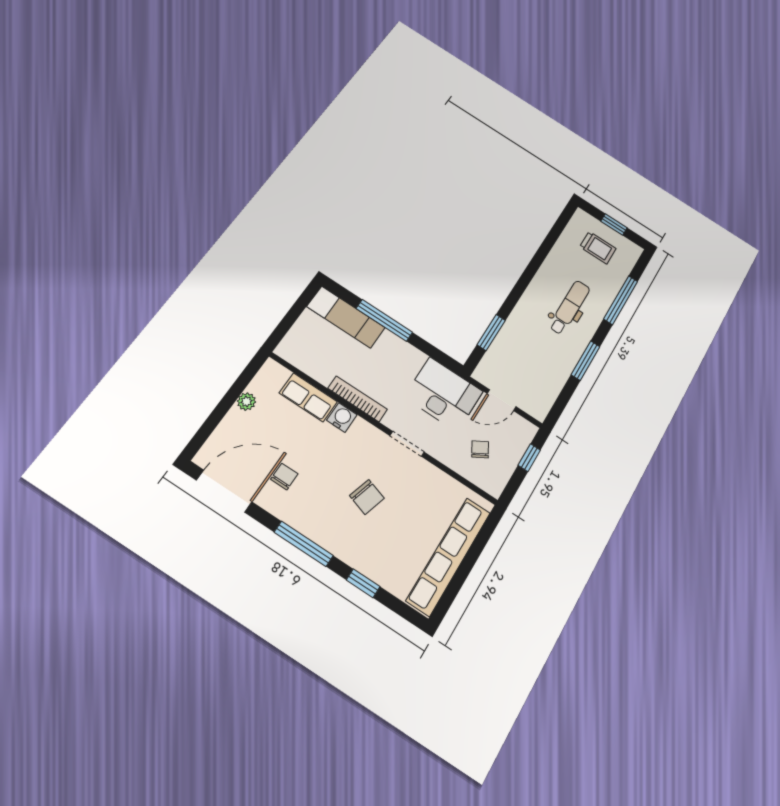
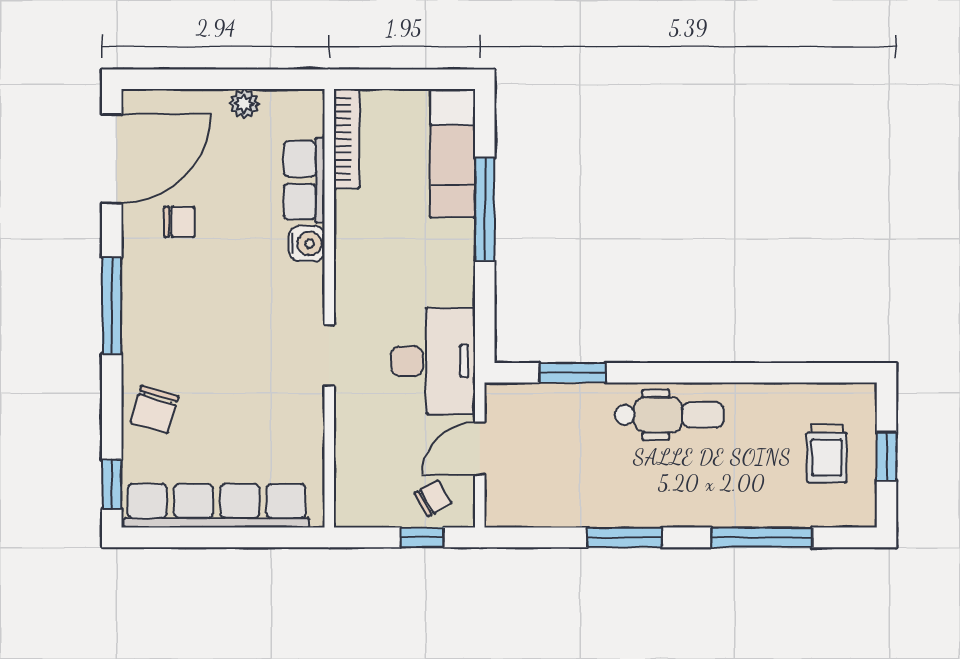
dental chair: (570, 307) -> (669, 415), moved
bookcase: (358, 399) -> (347, 139), moved
door: (501, 400) -> (480, 449), hinge flipped
chair: (480, 449) -> (433, 498), moved
door: (224, 491) -> (112, 159), hinge flipped
chair: (367, 497) -> (154, 409), moved
window: (363, 583) -> (112, 484), moved

